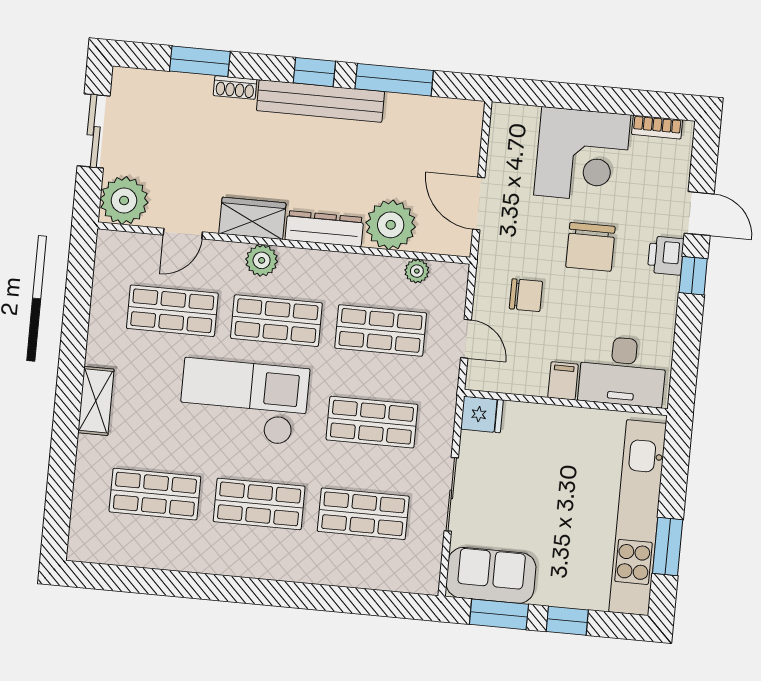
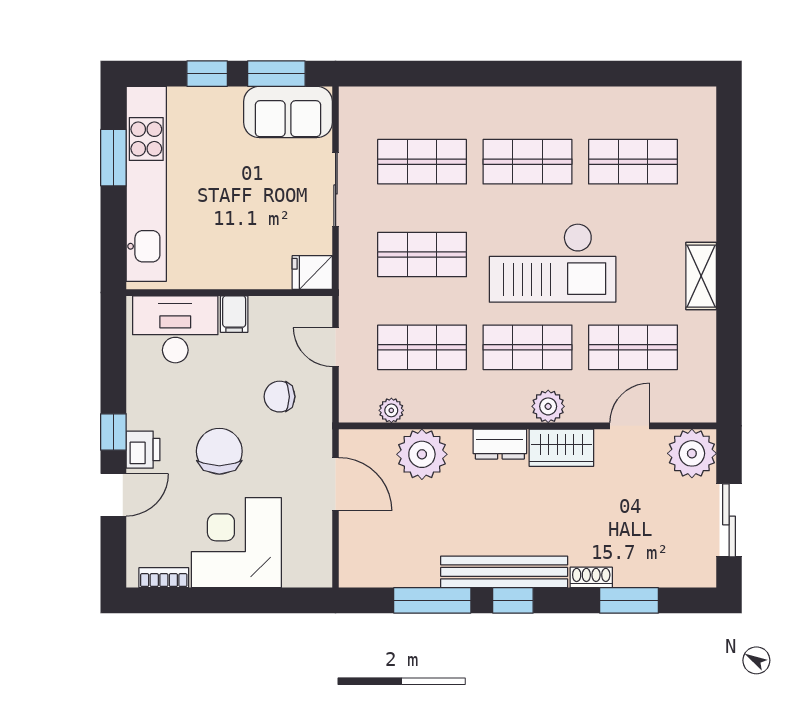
door: (699, 214) -> (113, 495), swing flipped
dresser: (324, 229) -> (500, 444), width x0.70
shelving: (96, 401) -> (701, 276), moved

